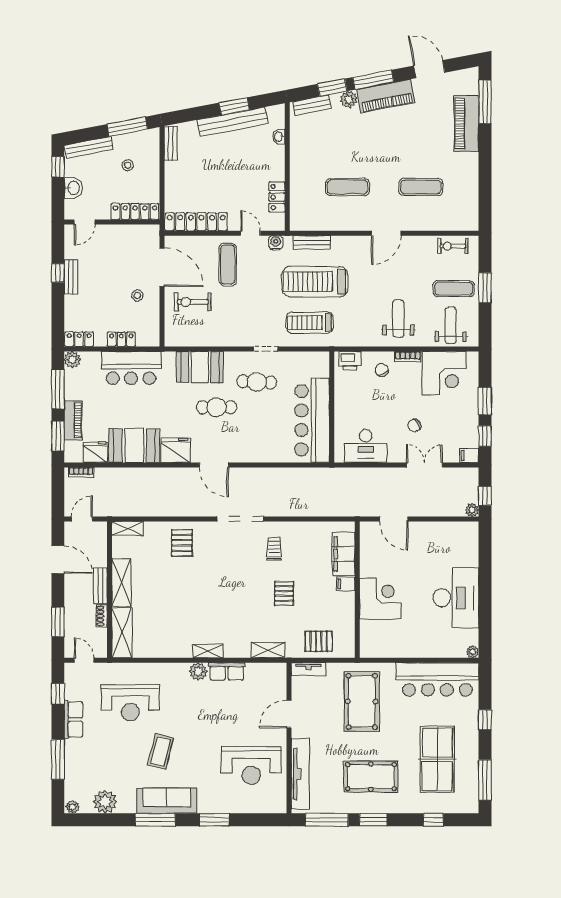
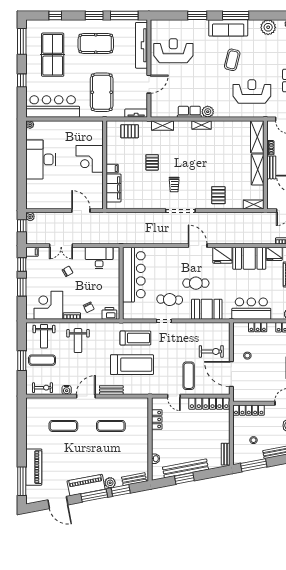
bench: (312, 242) -> (111, 390), moved
water cooler: (276, 243) -> (67, 390), moved
trolley: (274, 549) -> (174, 185), moved

